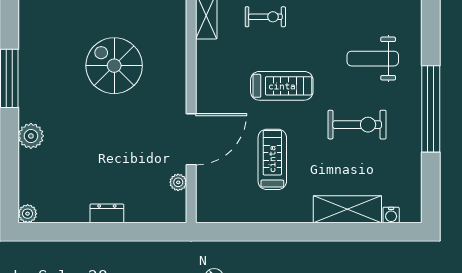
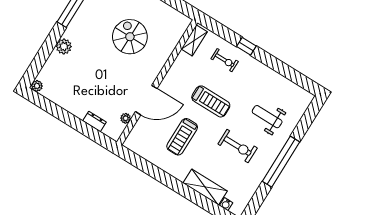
treadmill: (272, 159) -> (182, 137), turned 180
dresser: (107, 213) -> (95, 121), moved

